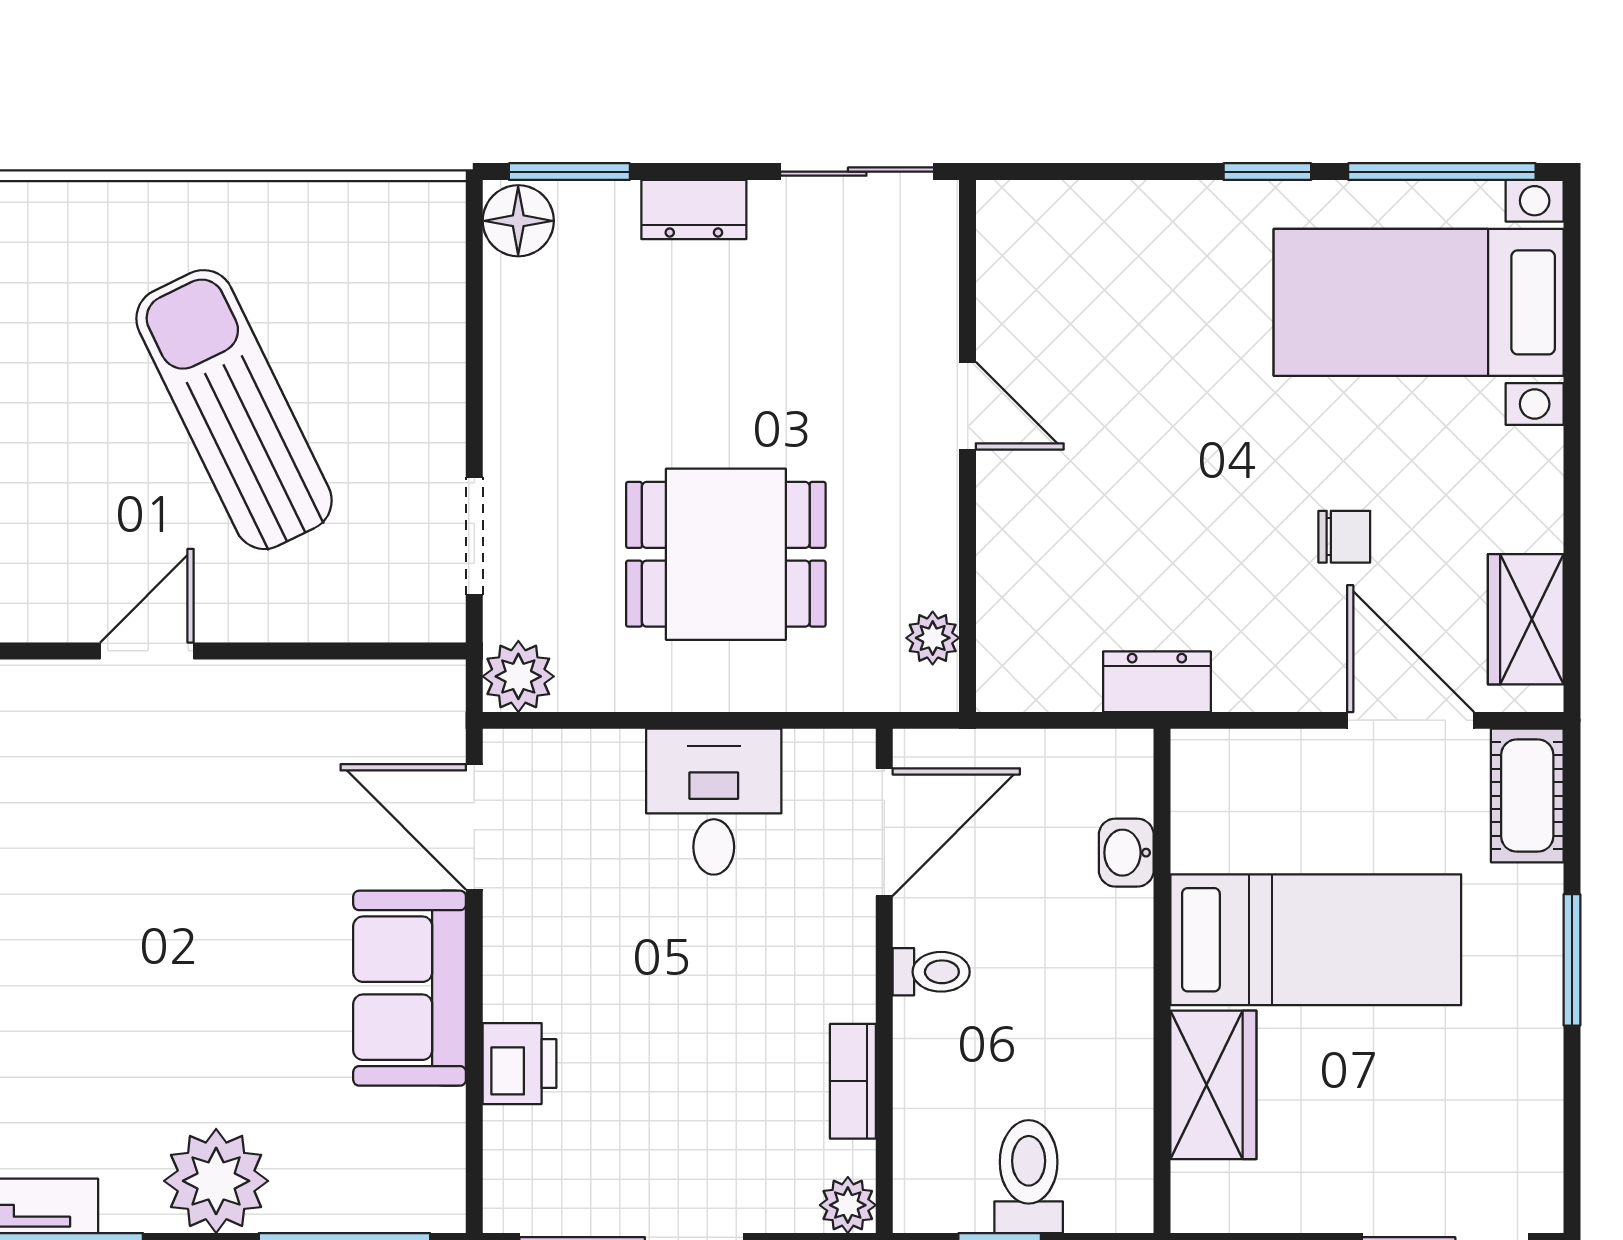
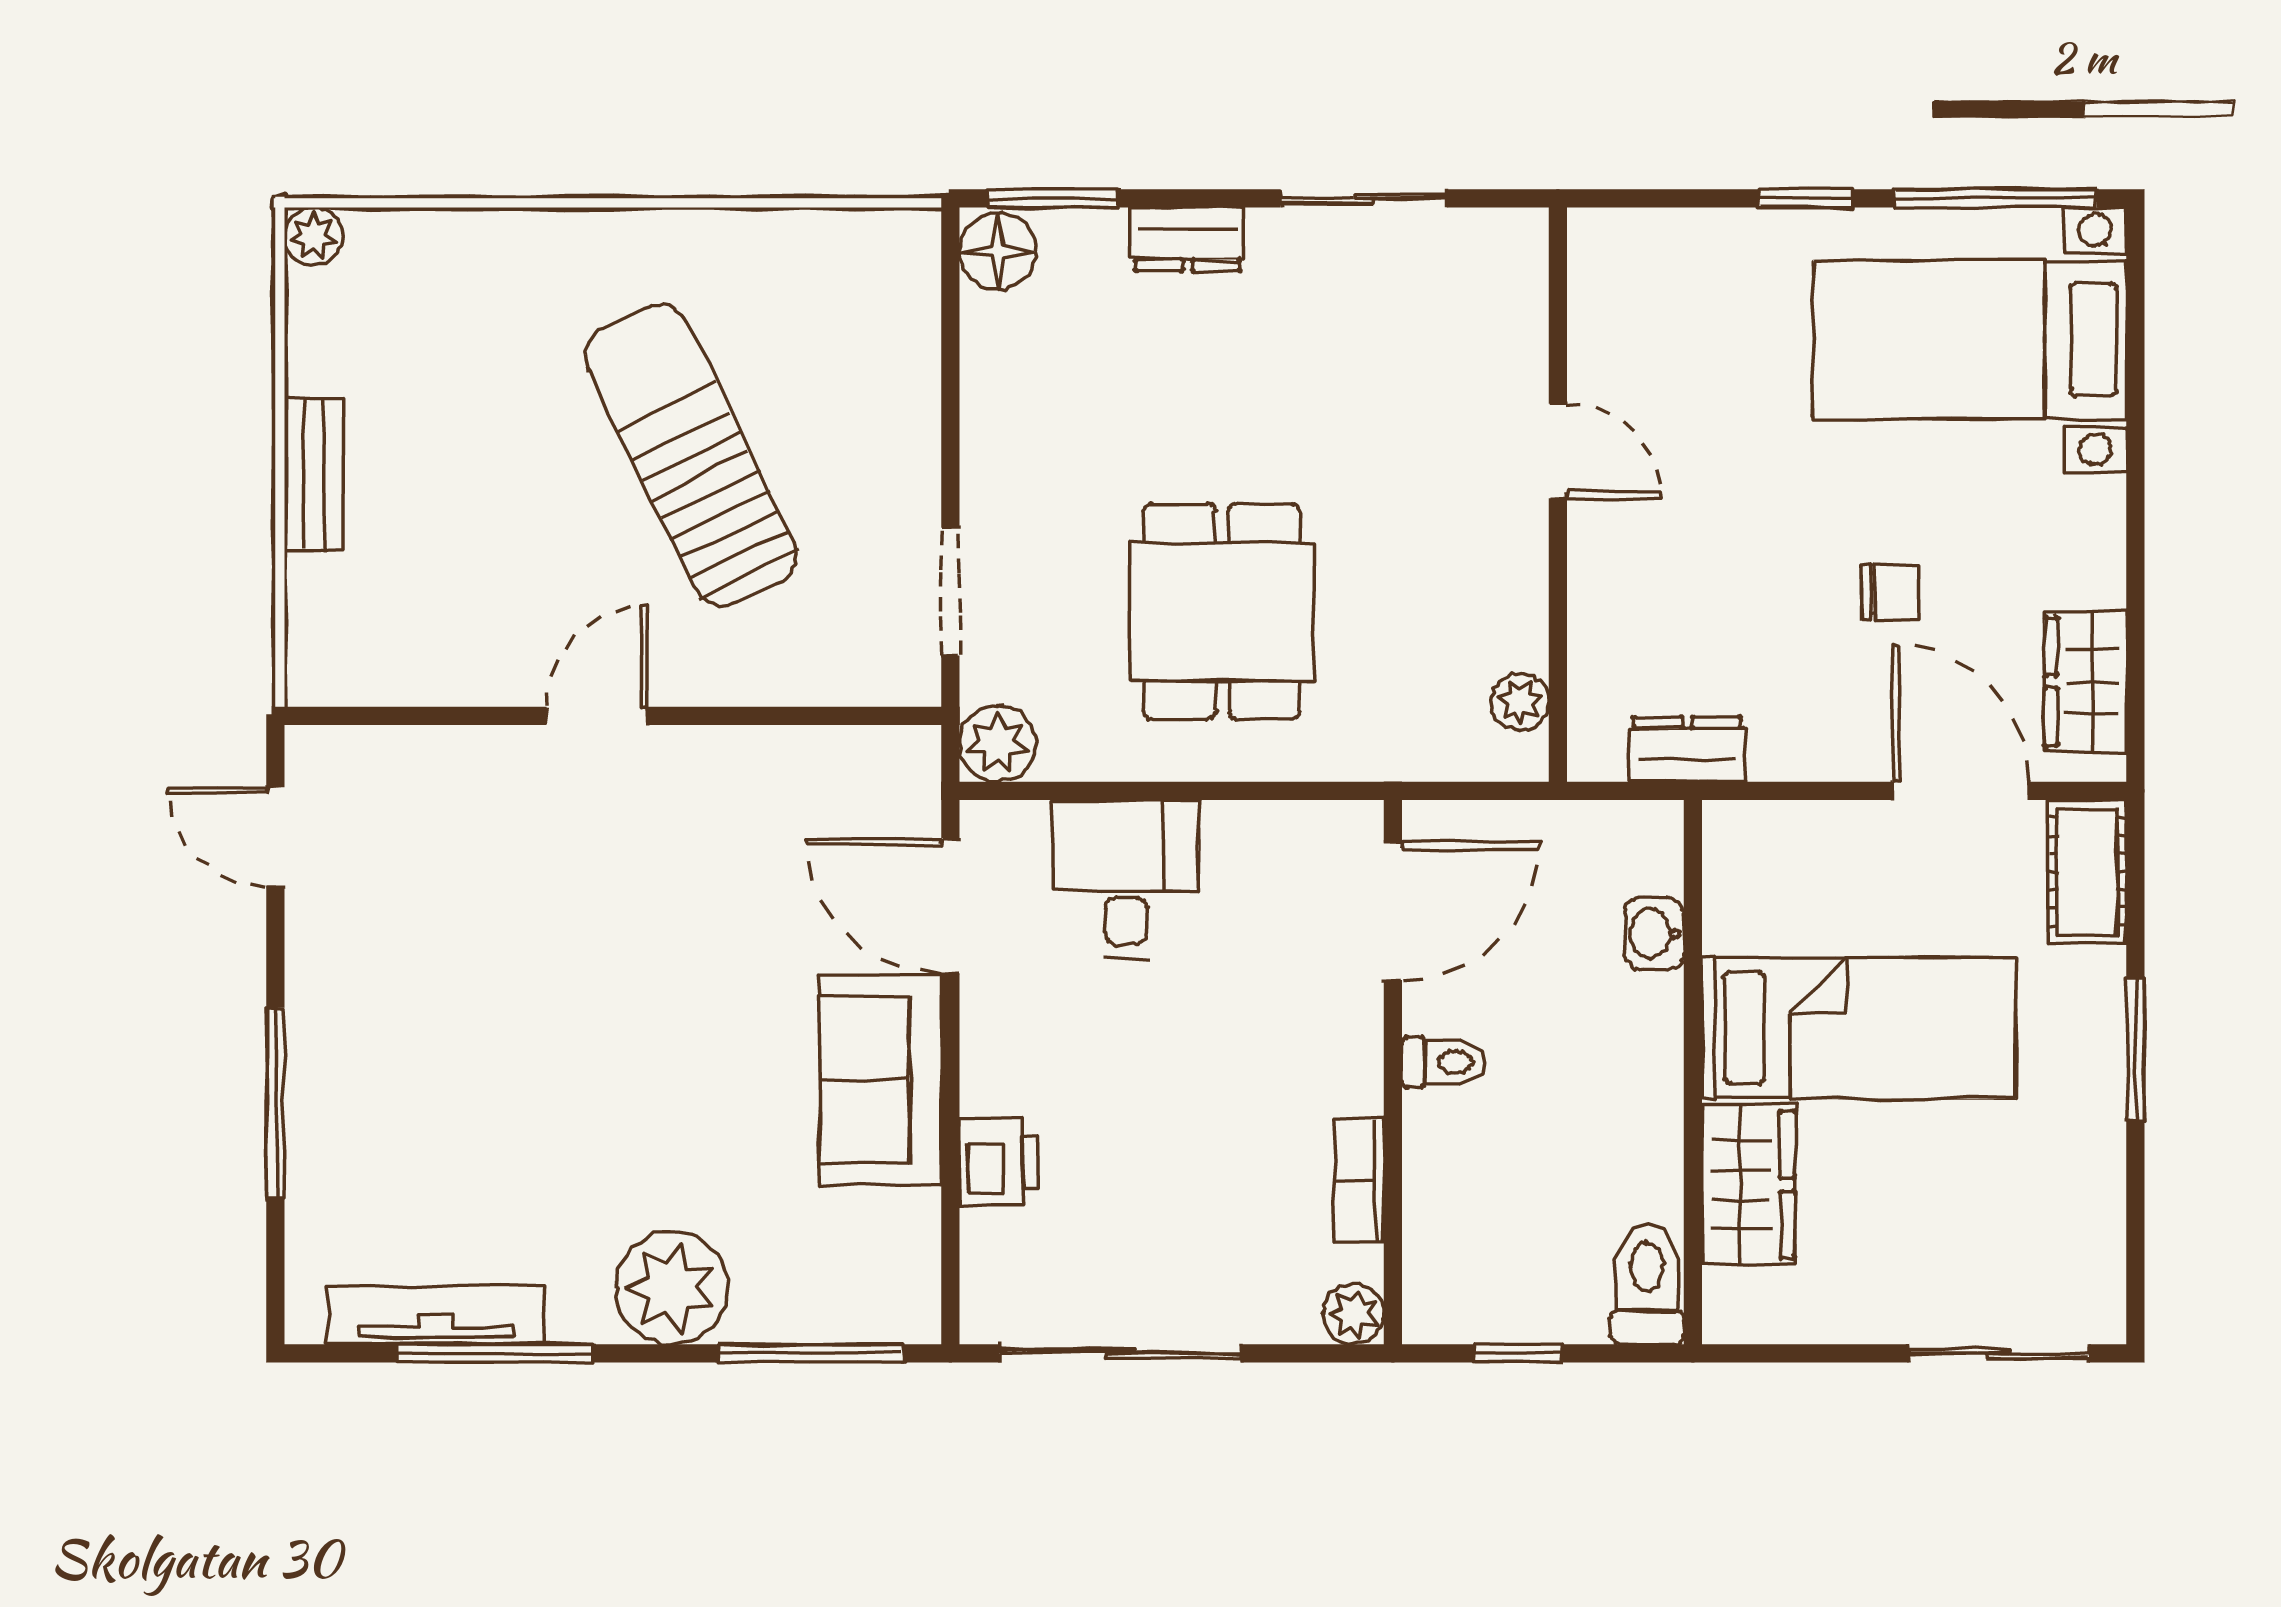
door: (968, 406) -> (1558, 451), moved
wall: (968, 446) -> (1558, 495), moved
dining table: (726, 554) -> (1222, 611), turned 90
plant: (933, 638) -> (1520, 702), moved
desk: (714, 802) -> (1126, 879), moved
toilet: (1029, 1177) -> (1647, 1283), moved

